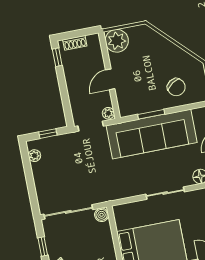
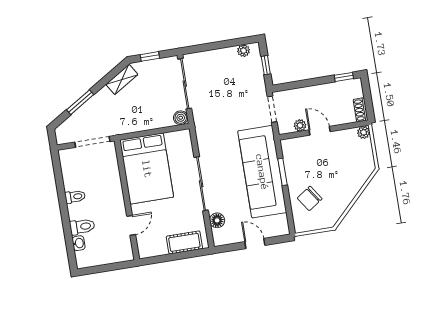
plant: (117, 41) -> (364, 132), width x0.53, depth x0.53
shoe rack: (75, 43) -> (361, 110), moved
plant: (108, 113) -> (300, 125), moved
sliding door: (165, 193) -> (201, 184), width x1.37

